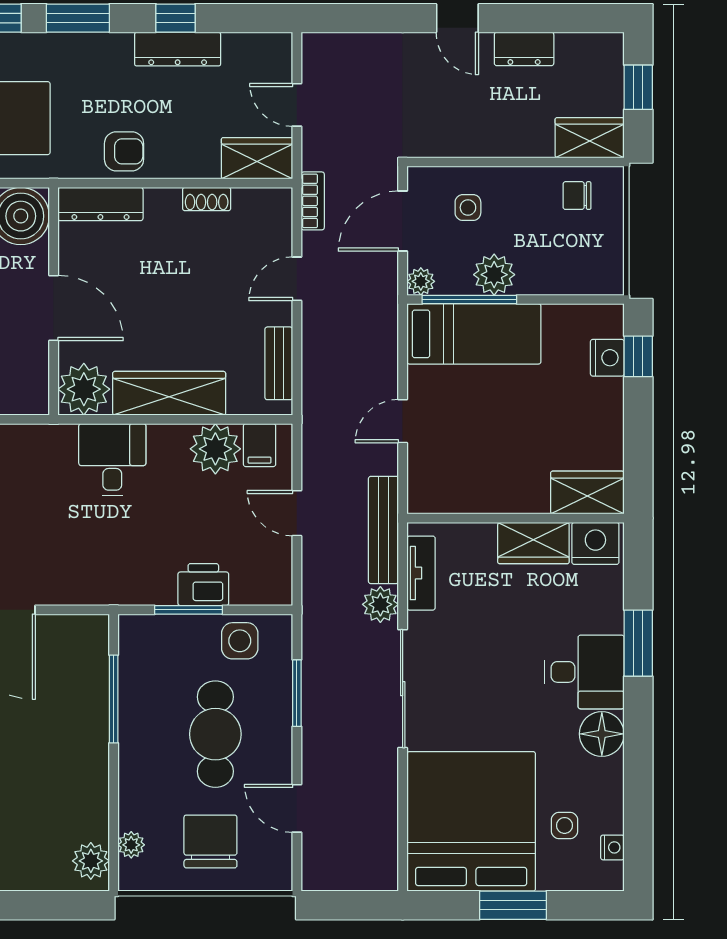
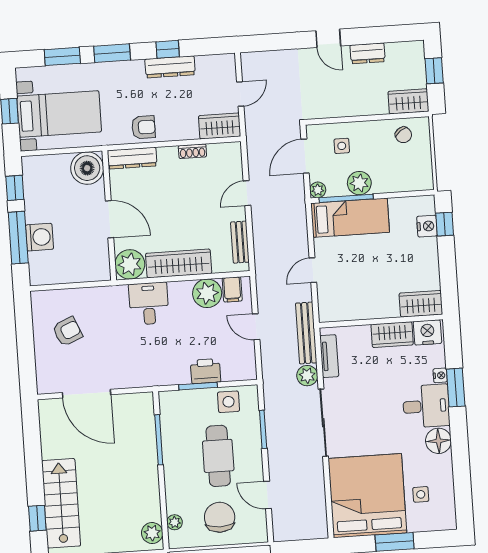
door: (297, 105) -> (240, 94), swing flipped
chair: (577, 196) -> (403, 135), turned -126
bookcase: (313, 201) -> (253, 148), removed
nightstand: (612, 847) -> (440, 375), moved

